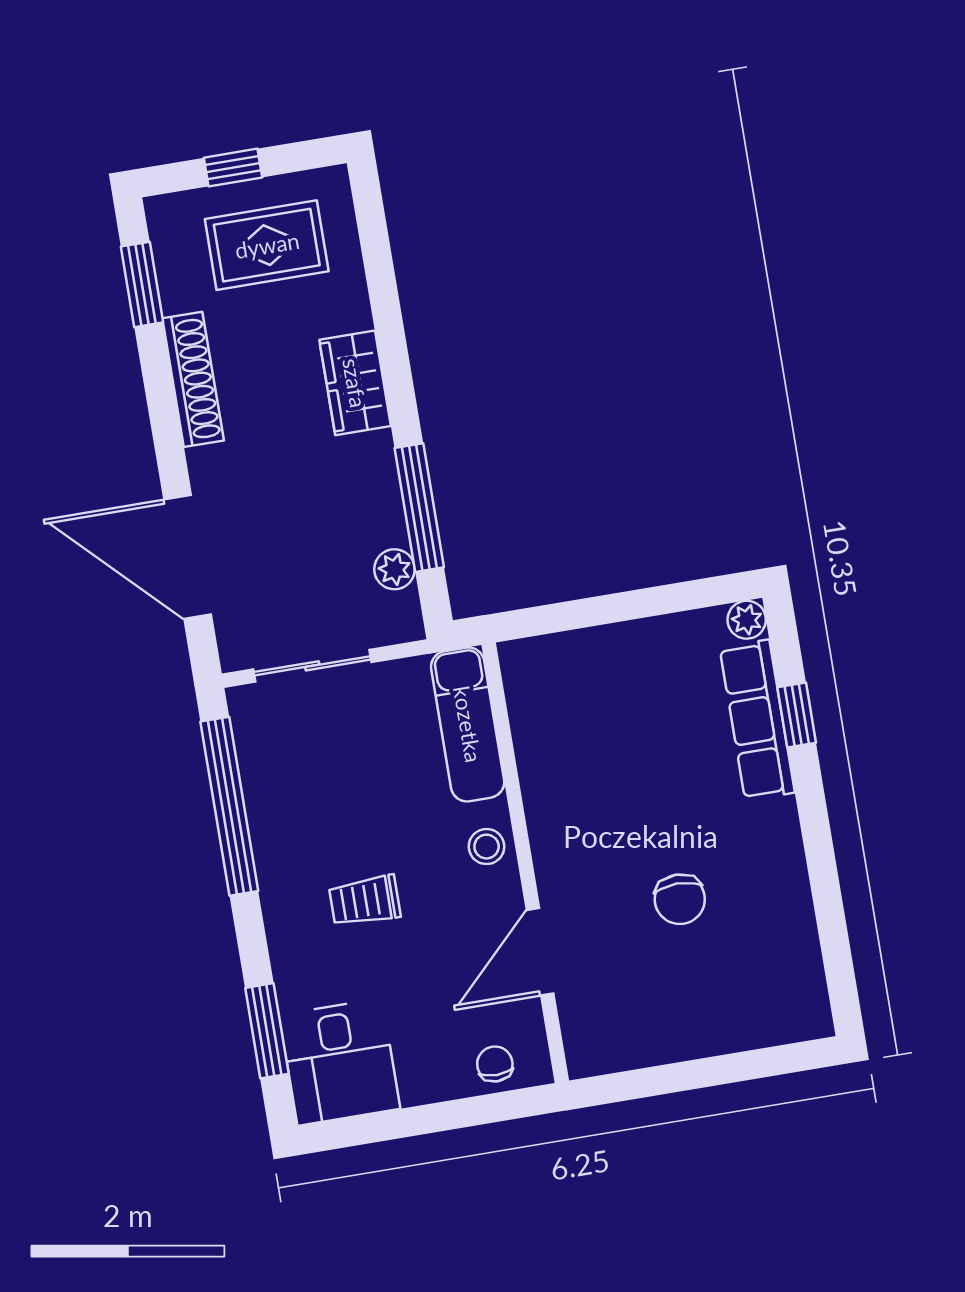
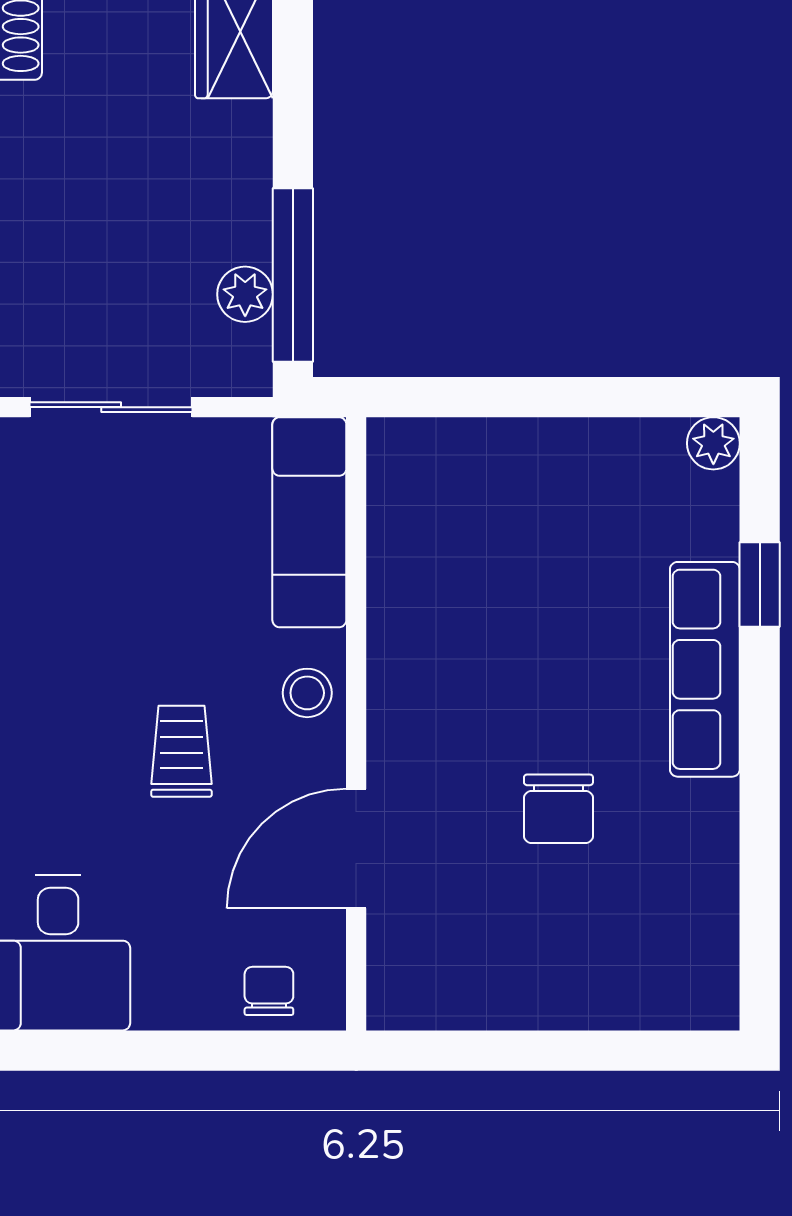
window: (419, 508) -> (293, 275), moved
row of seats: (757, 720) -> (705, 669), moved
trolley: (365, 901) -> (181, 751), moved, turned 90

